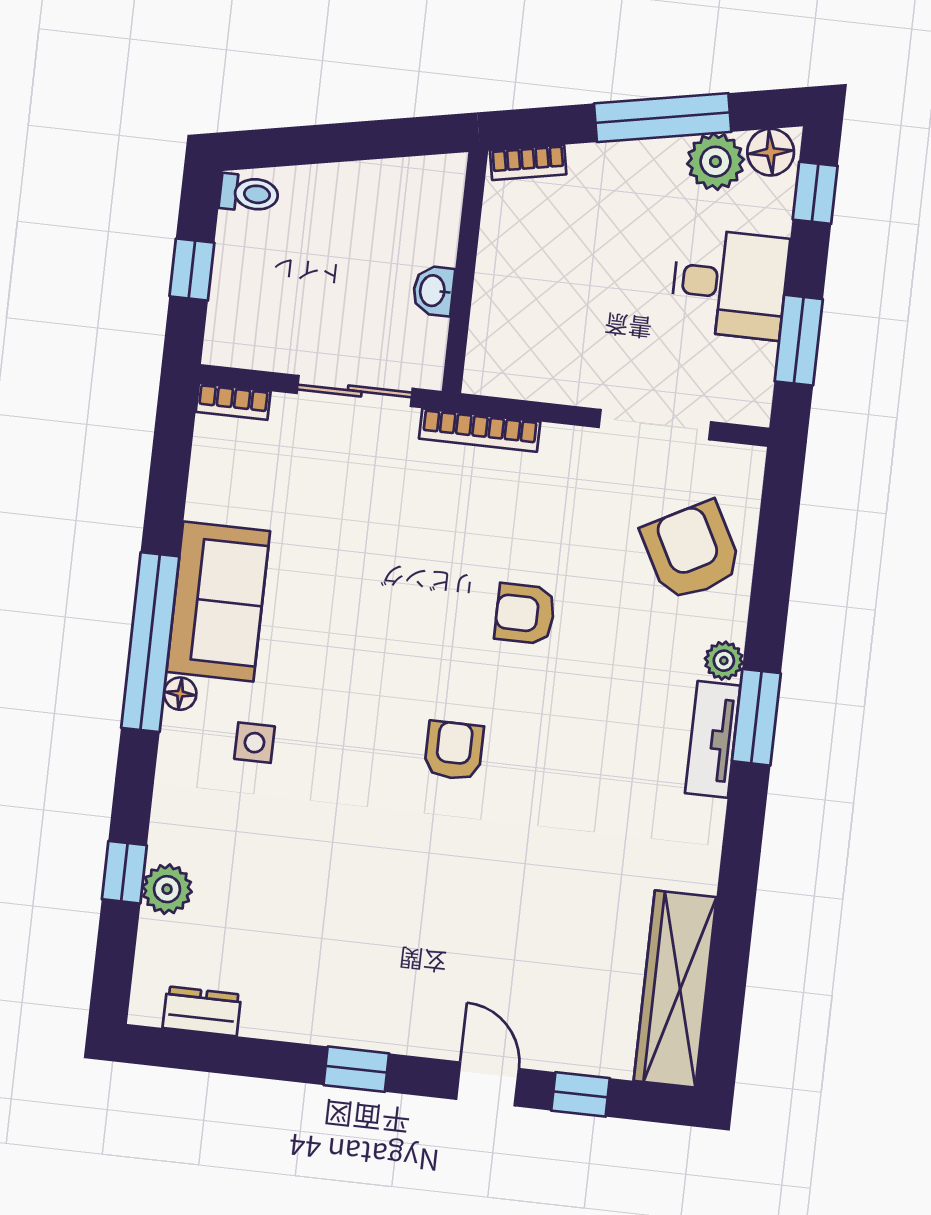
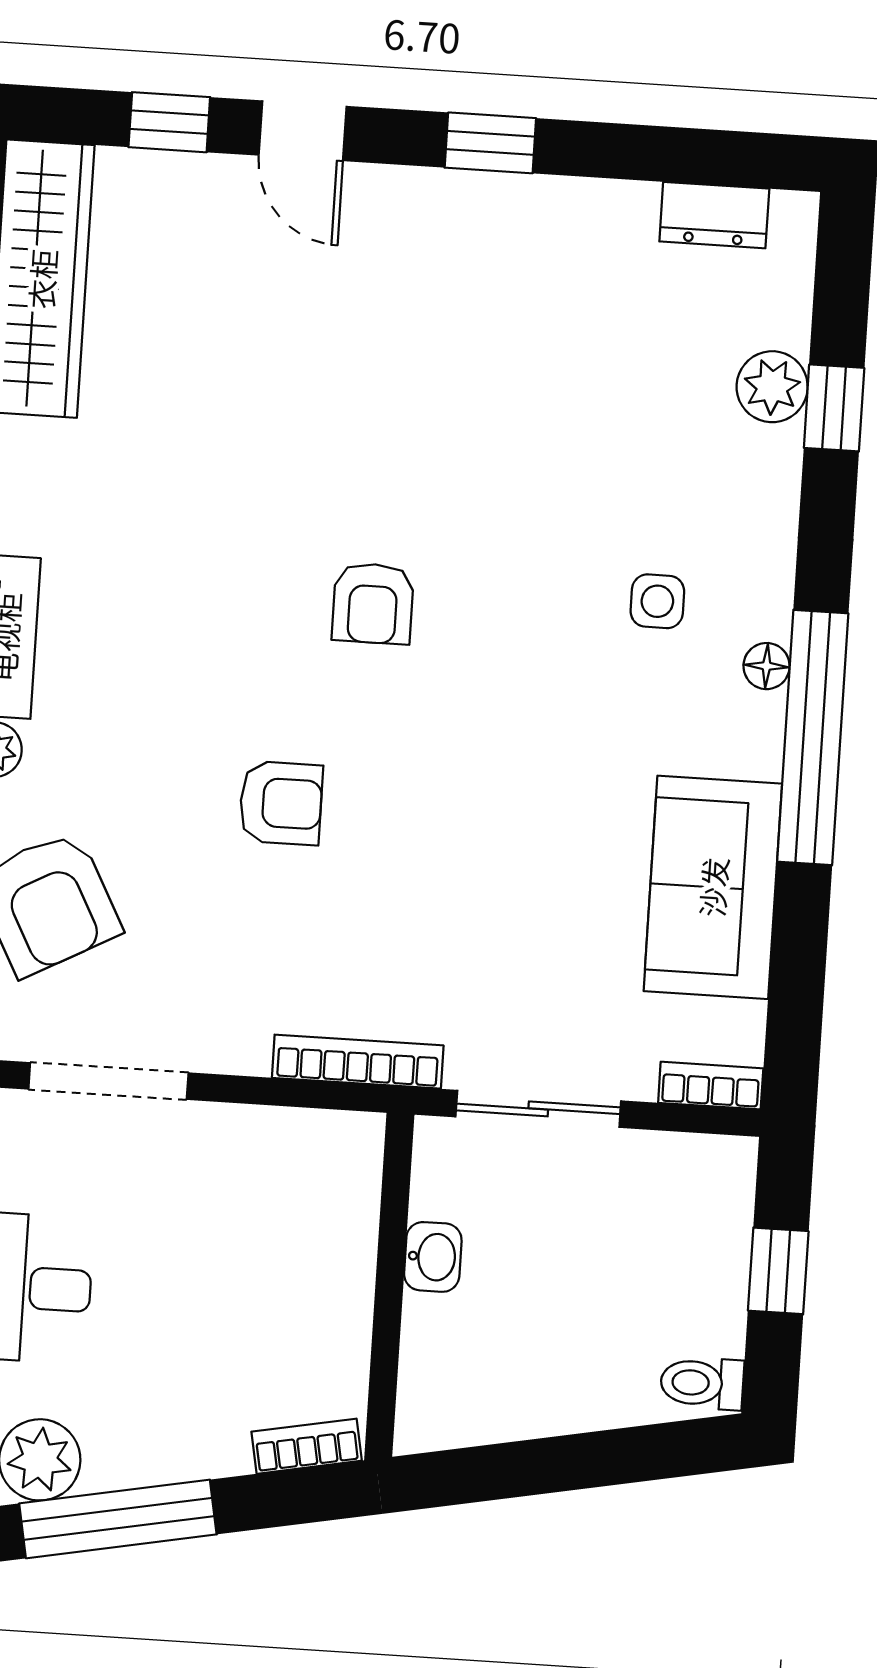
sofa: (218, 602) -> (713, 887), moved

